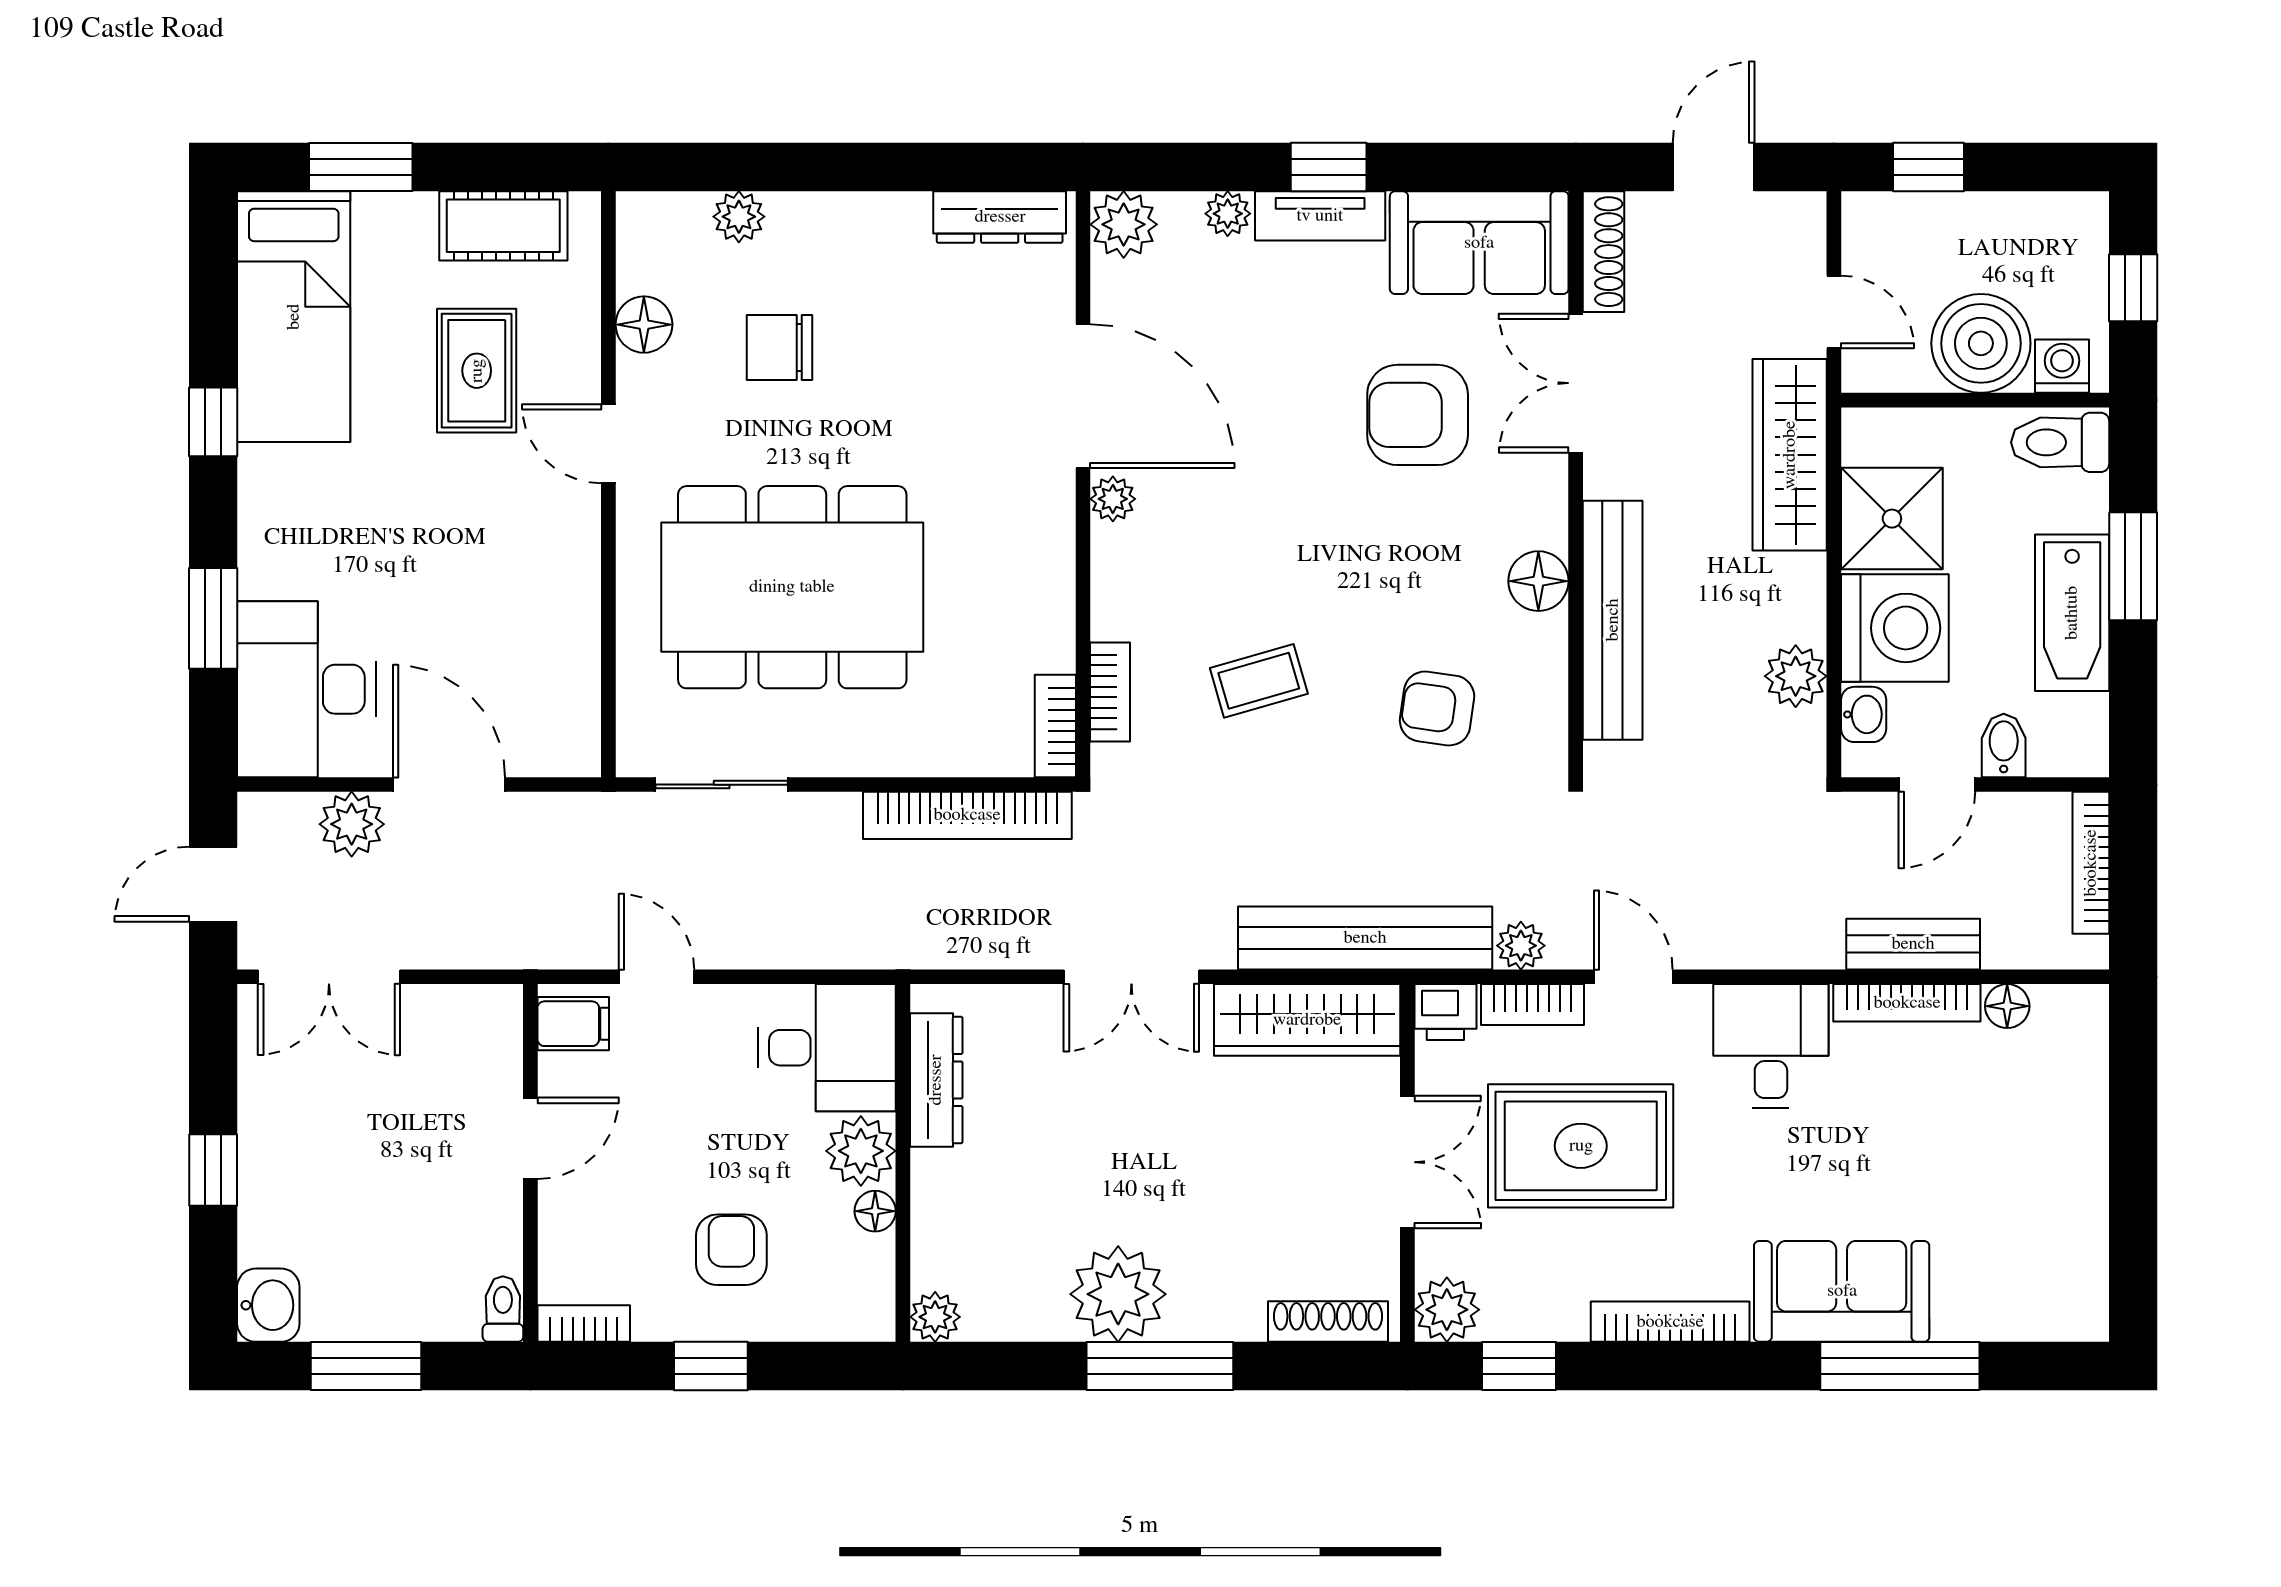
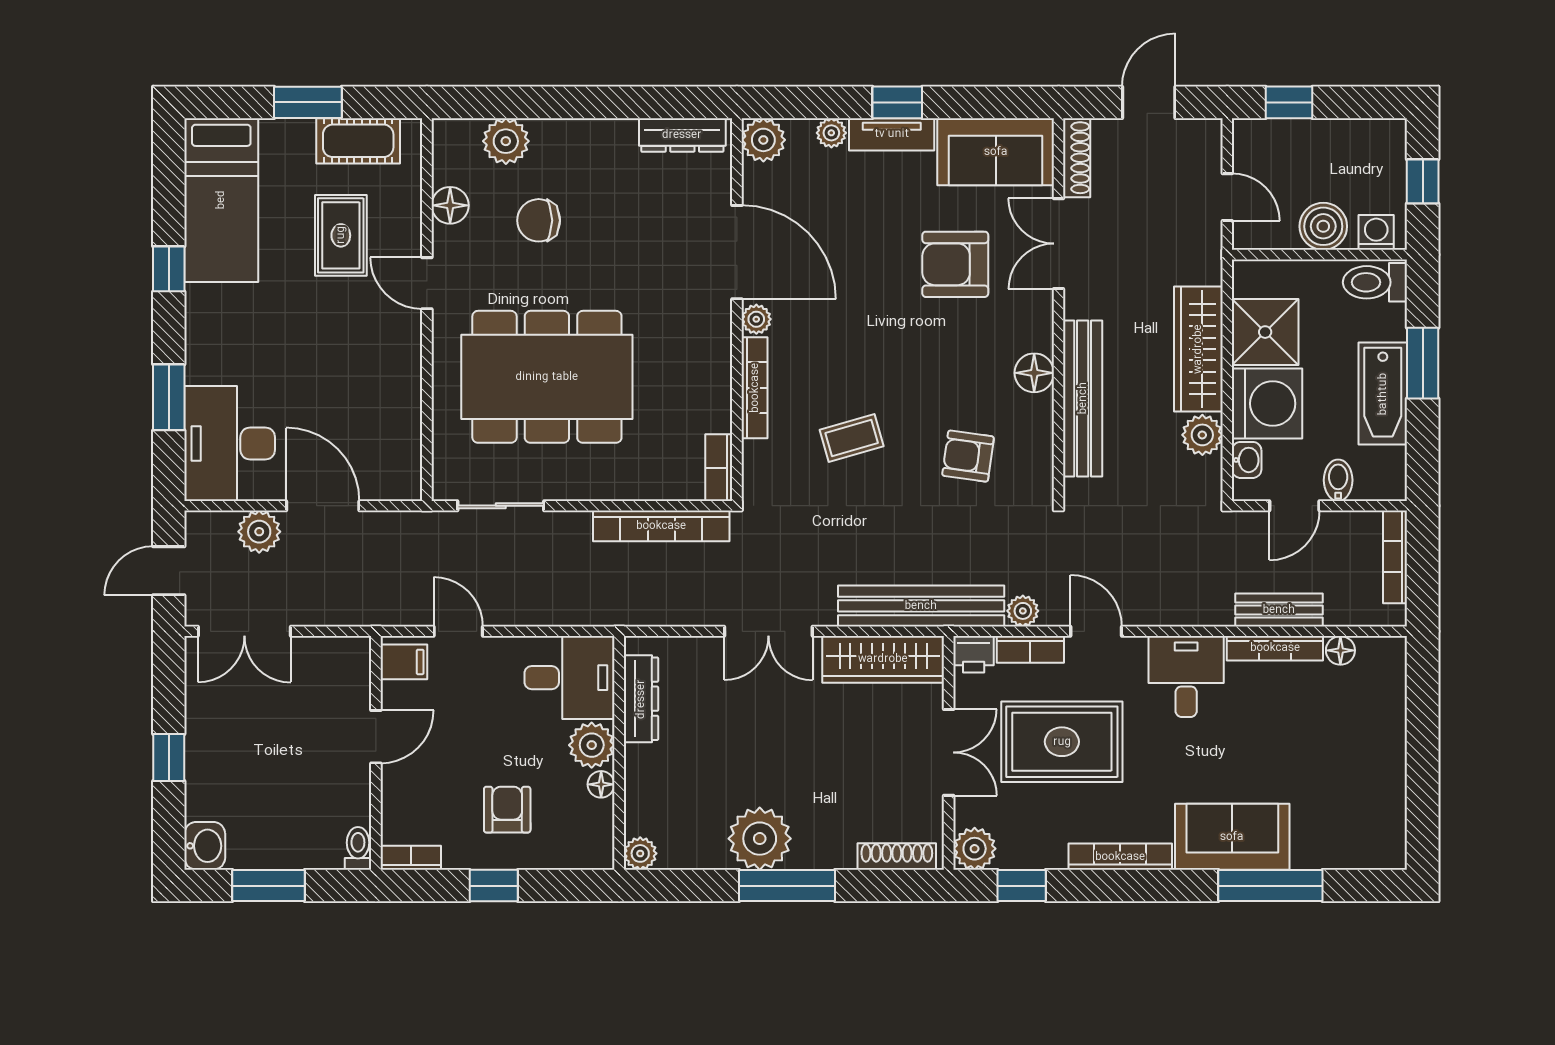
window: (361, 167) -> (308, 102), moved
plant: (739, 217) -> (506, 141), width x1.38, depth x1.38
boiler: (1981, 343) -> (1323, 226), width x0.73, depth x0.73
wardrobe: (1790, 455) -> (1198, 349), moved
bookcase: (1110, 692) -> (755, 388), moved, width x1.56

